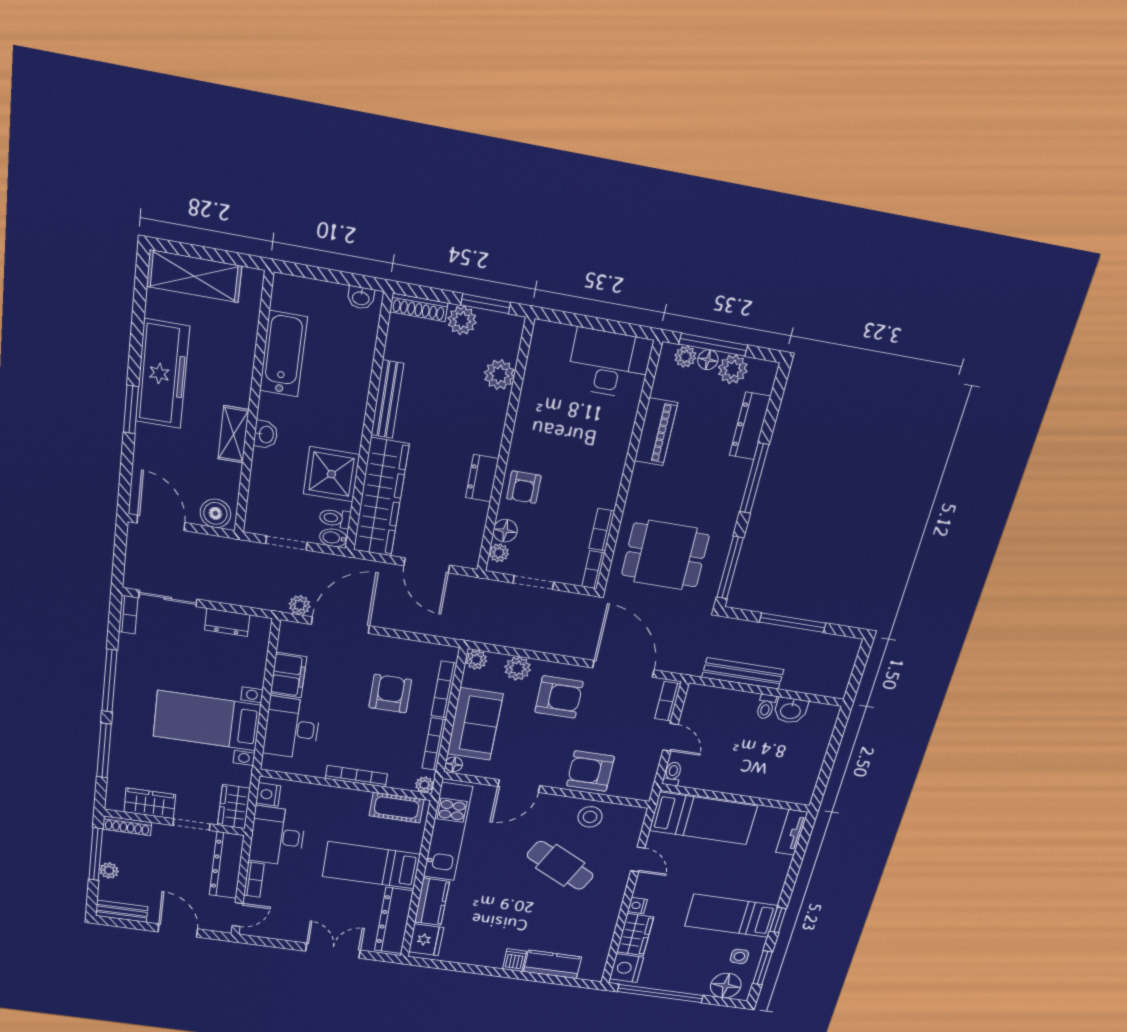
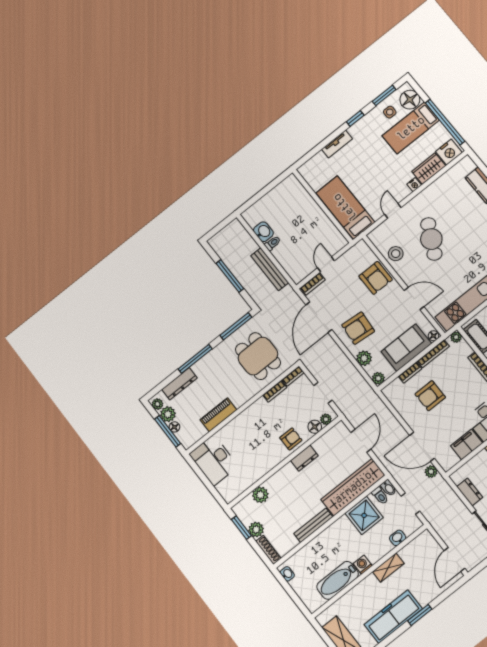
plant: (685, 357) -> (157, 404), moved
washing machine: (271, 407) -> (363, 565), added
washbasin: (266, 434) -> (398, 538), moved
boiler: (215, 513) -> (428, 543), removed
bookcase: (444, 690) -> (410, 373), width x0.64
armchair: (559, 697) -> (358, 328), turned -85
toilet: (672, 774) -> (340, 244), removed
tv unit: (792, 832) -> (337, 144), moved
bed: (731, 916) -> (411, 128), moved, turned 90

